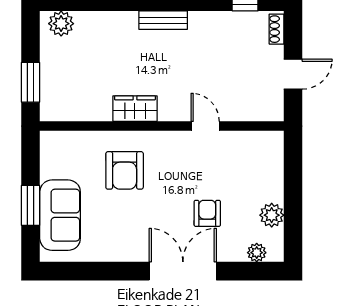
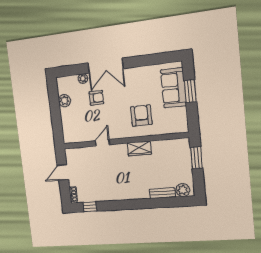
bench: (163, 20) -> (162, 193), moved
door: (205, 126) -> (103, 143), swing flipped
armchair: (207, 213) -> (96, 98), turned -90
plant: (257, 253) -> (83, 79), moved

